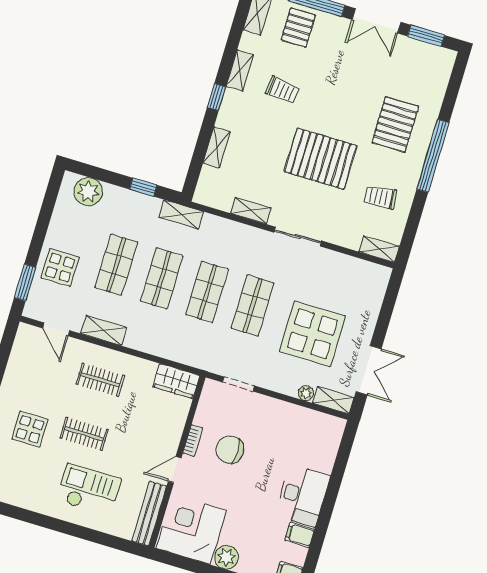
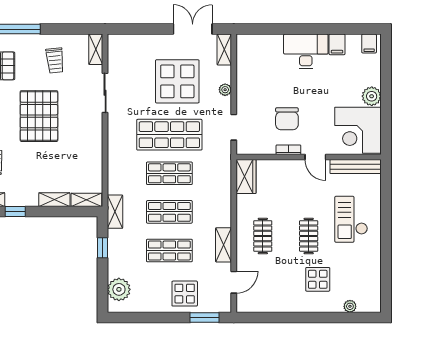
shelving: (251, 211) -> (86, 200), moved, turned 90
sliding door: (298, 237) -> (105, 93), moved
shop shelf: (253, 306) -> (169, 135), width x1.43, depth x1.36
plant: (306, 393) -> (225, 90), moved

